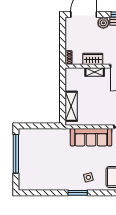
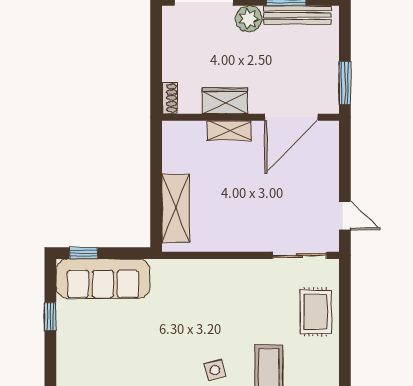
window: (31, 126) -> (84, 253), added
sofa: (91, 137) -> (103, 279), moved
window: (16, 154) -> (50, 316), width x0.32

